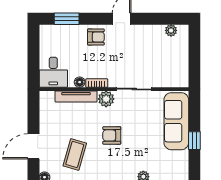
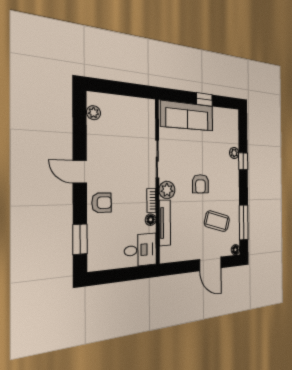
armchair: (96, 37) -> (102, 203), turned 90

